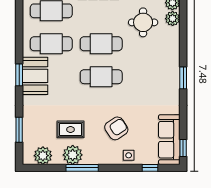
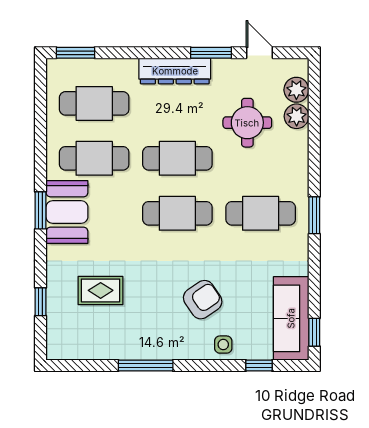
cafe table: (151, 77) -> (261, 213), added
rug: (70, 129) -> (101, 290), moved
window: (19, 130) -> (41, 302), width x0.67
plant: (73, 155) -> (130, 344), removed
plant: (43, 156) -> (80, 345), removed

